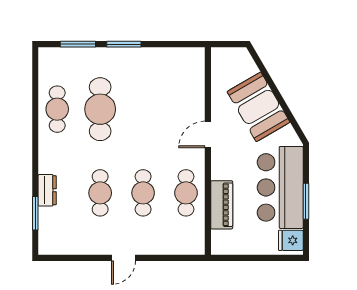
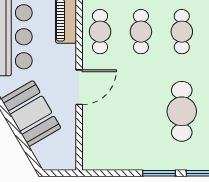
door: (208, 134) -> (79, 87), width x1.37

